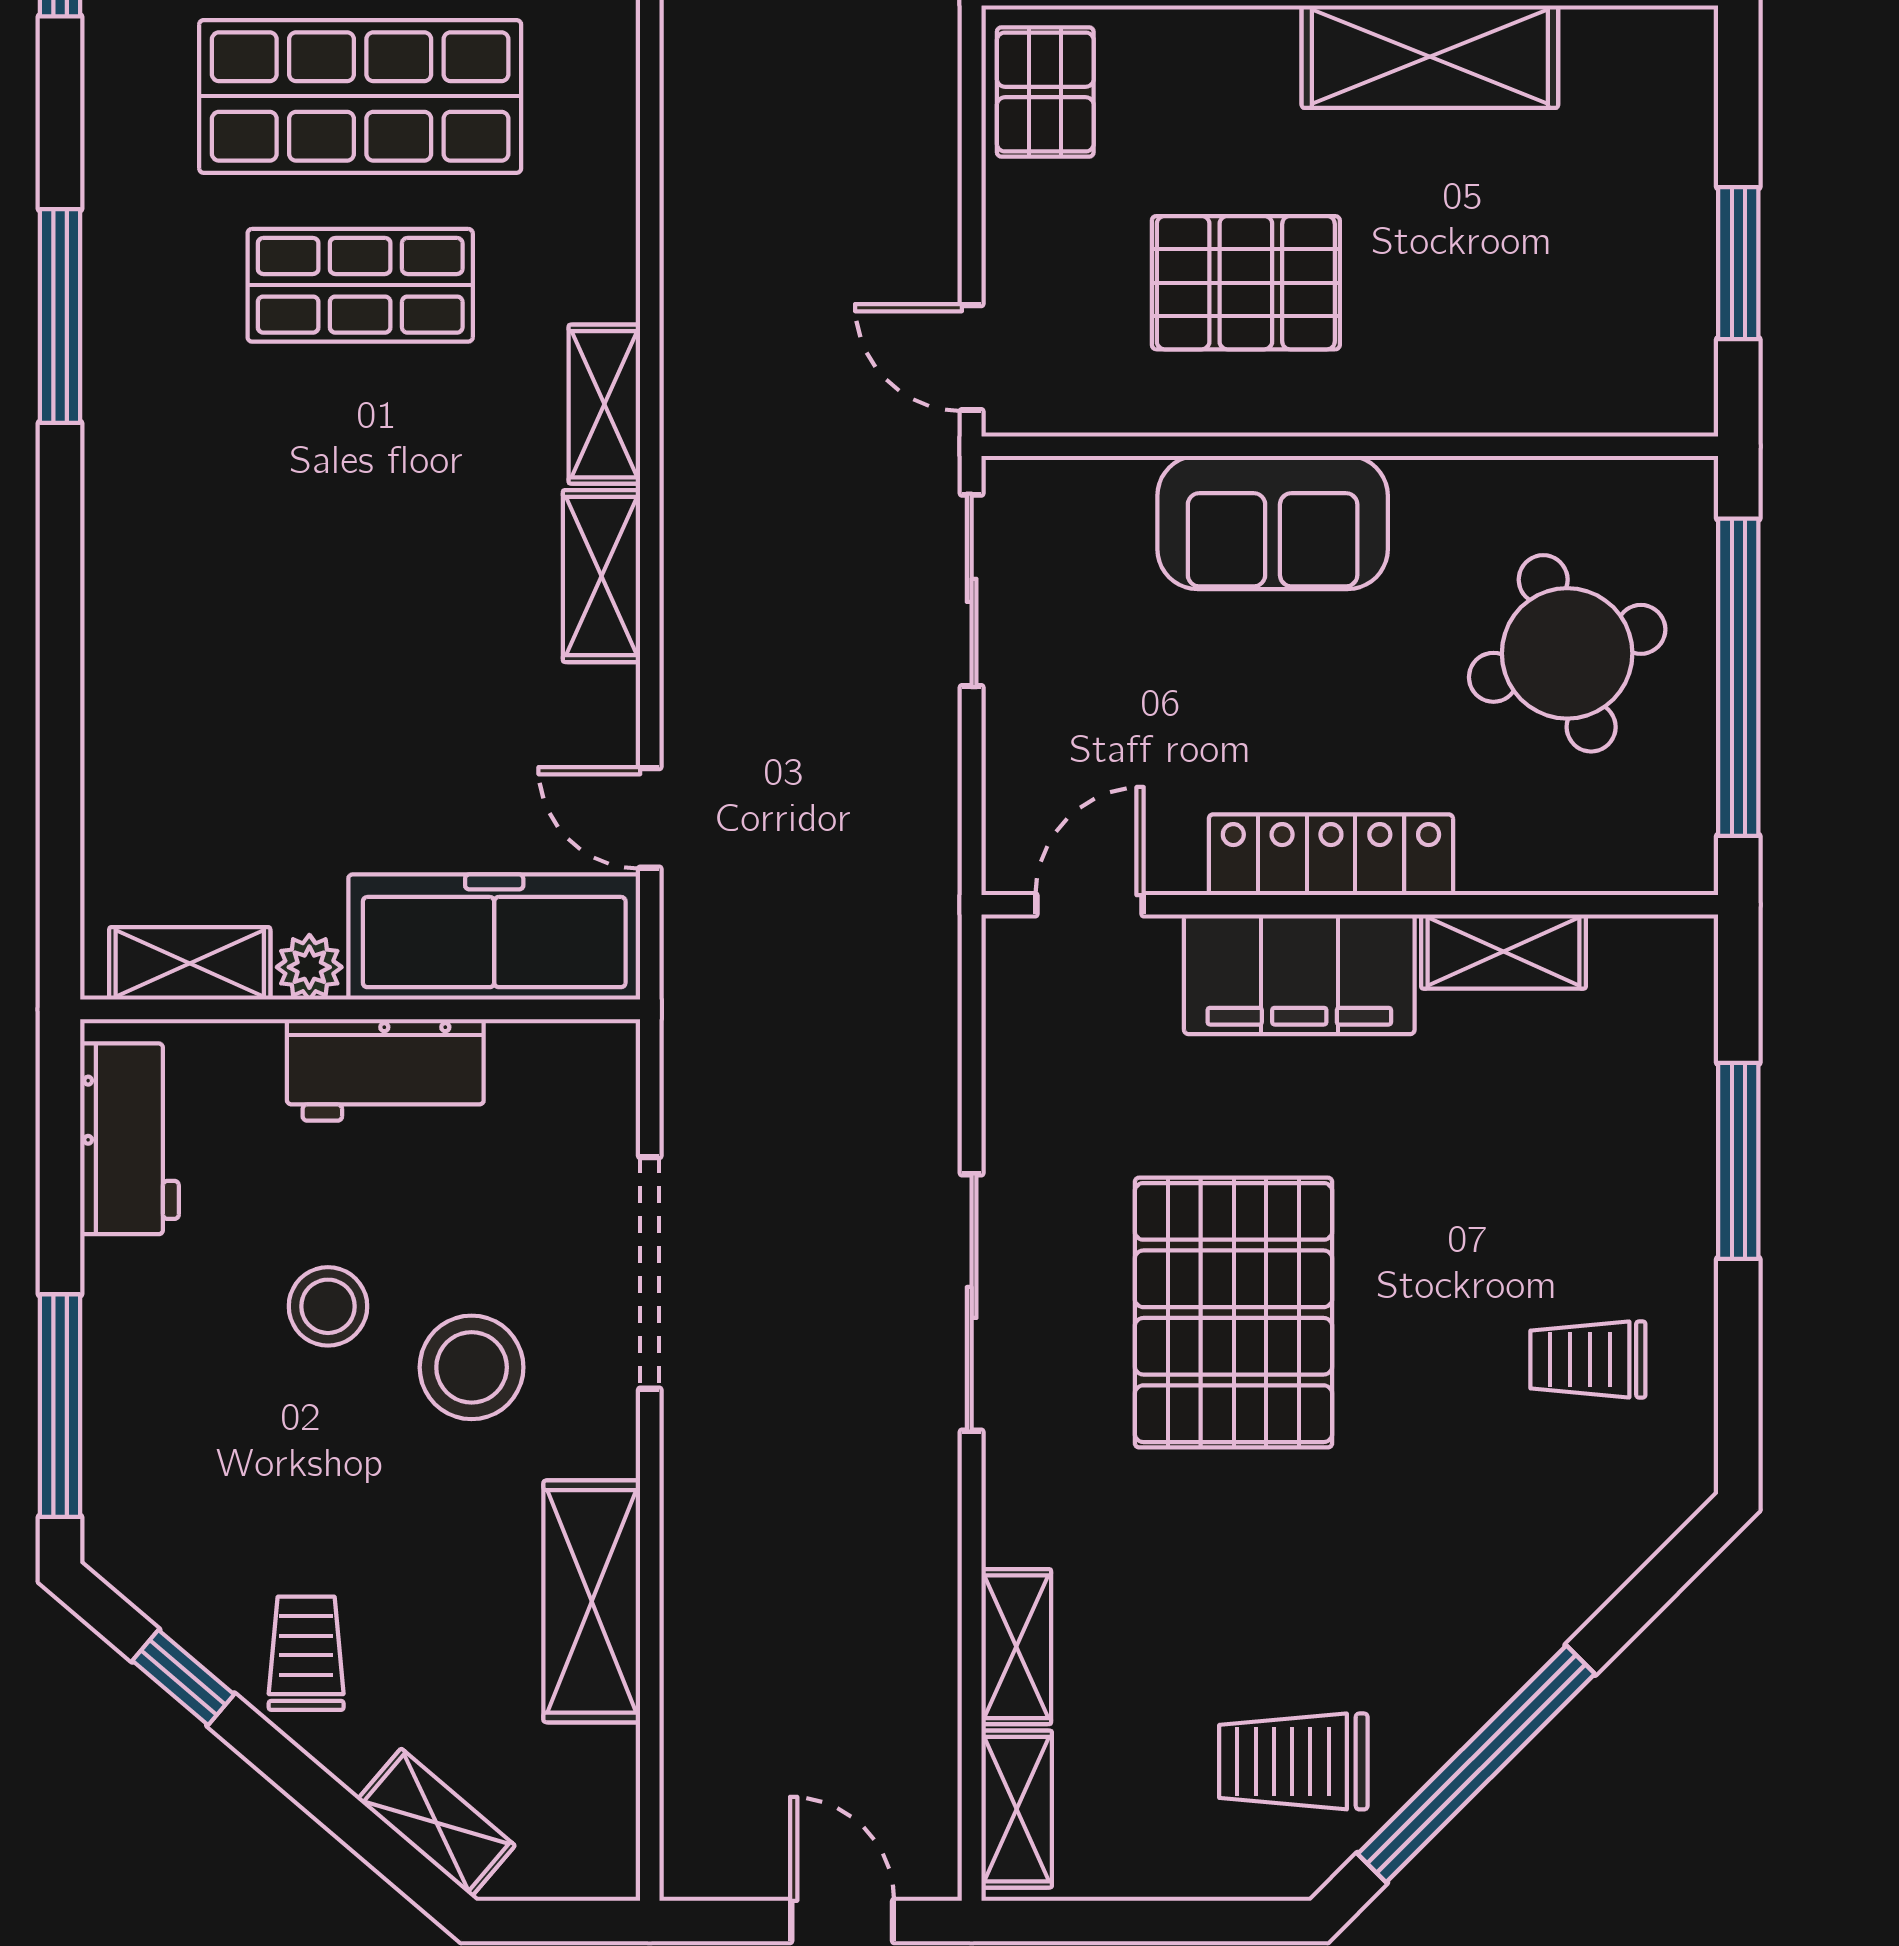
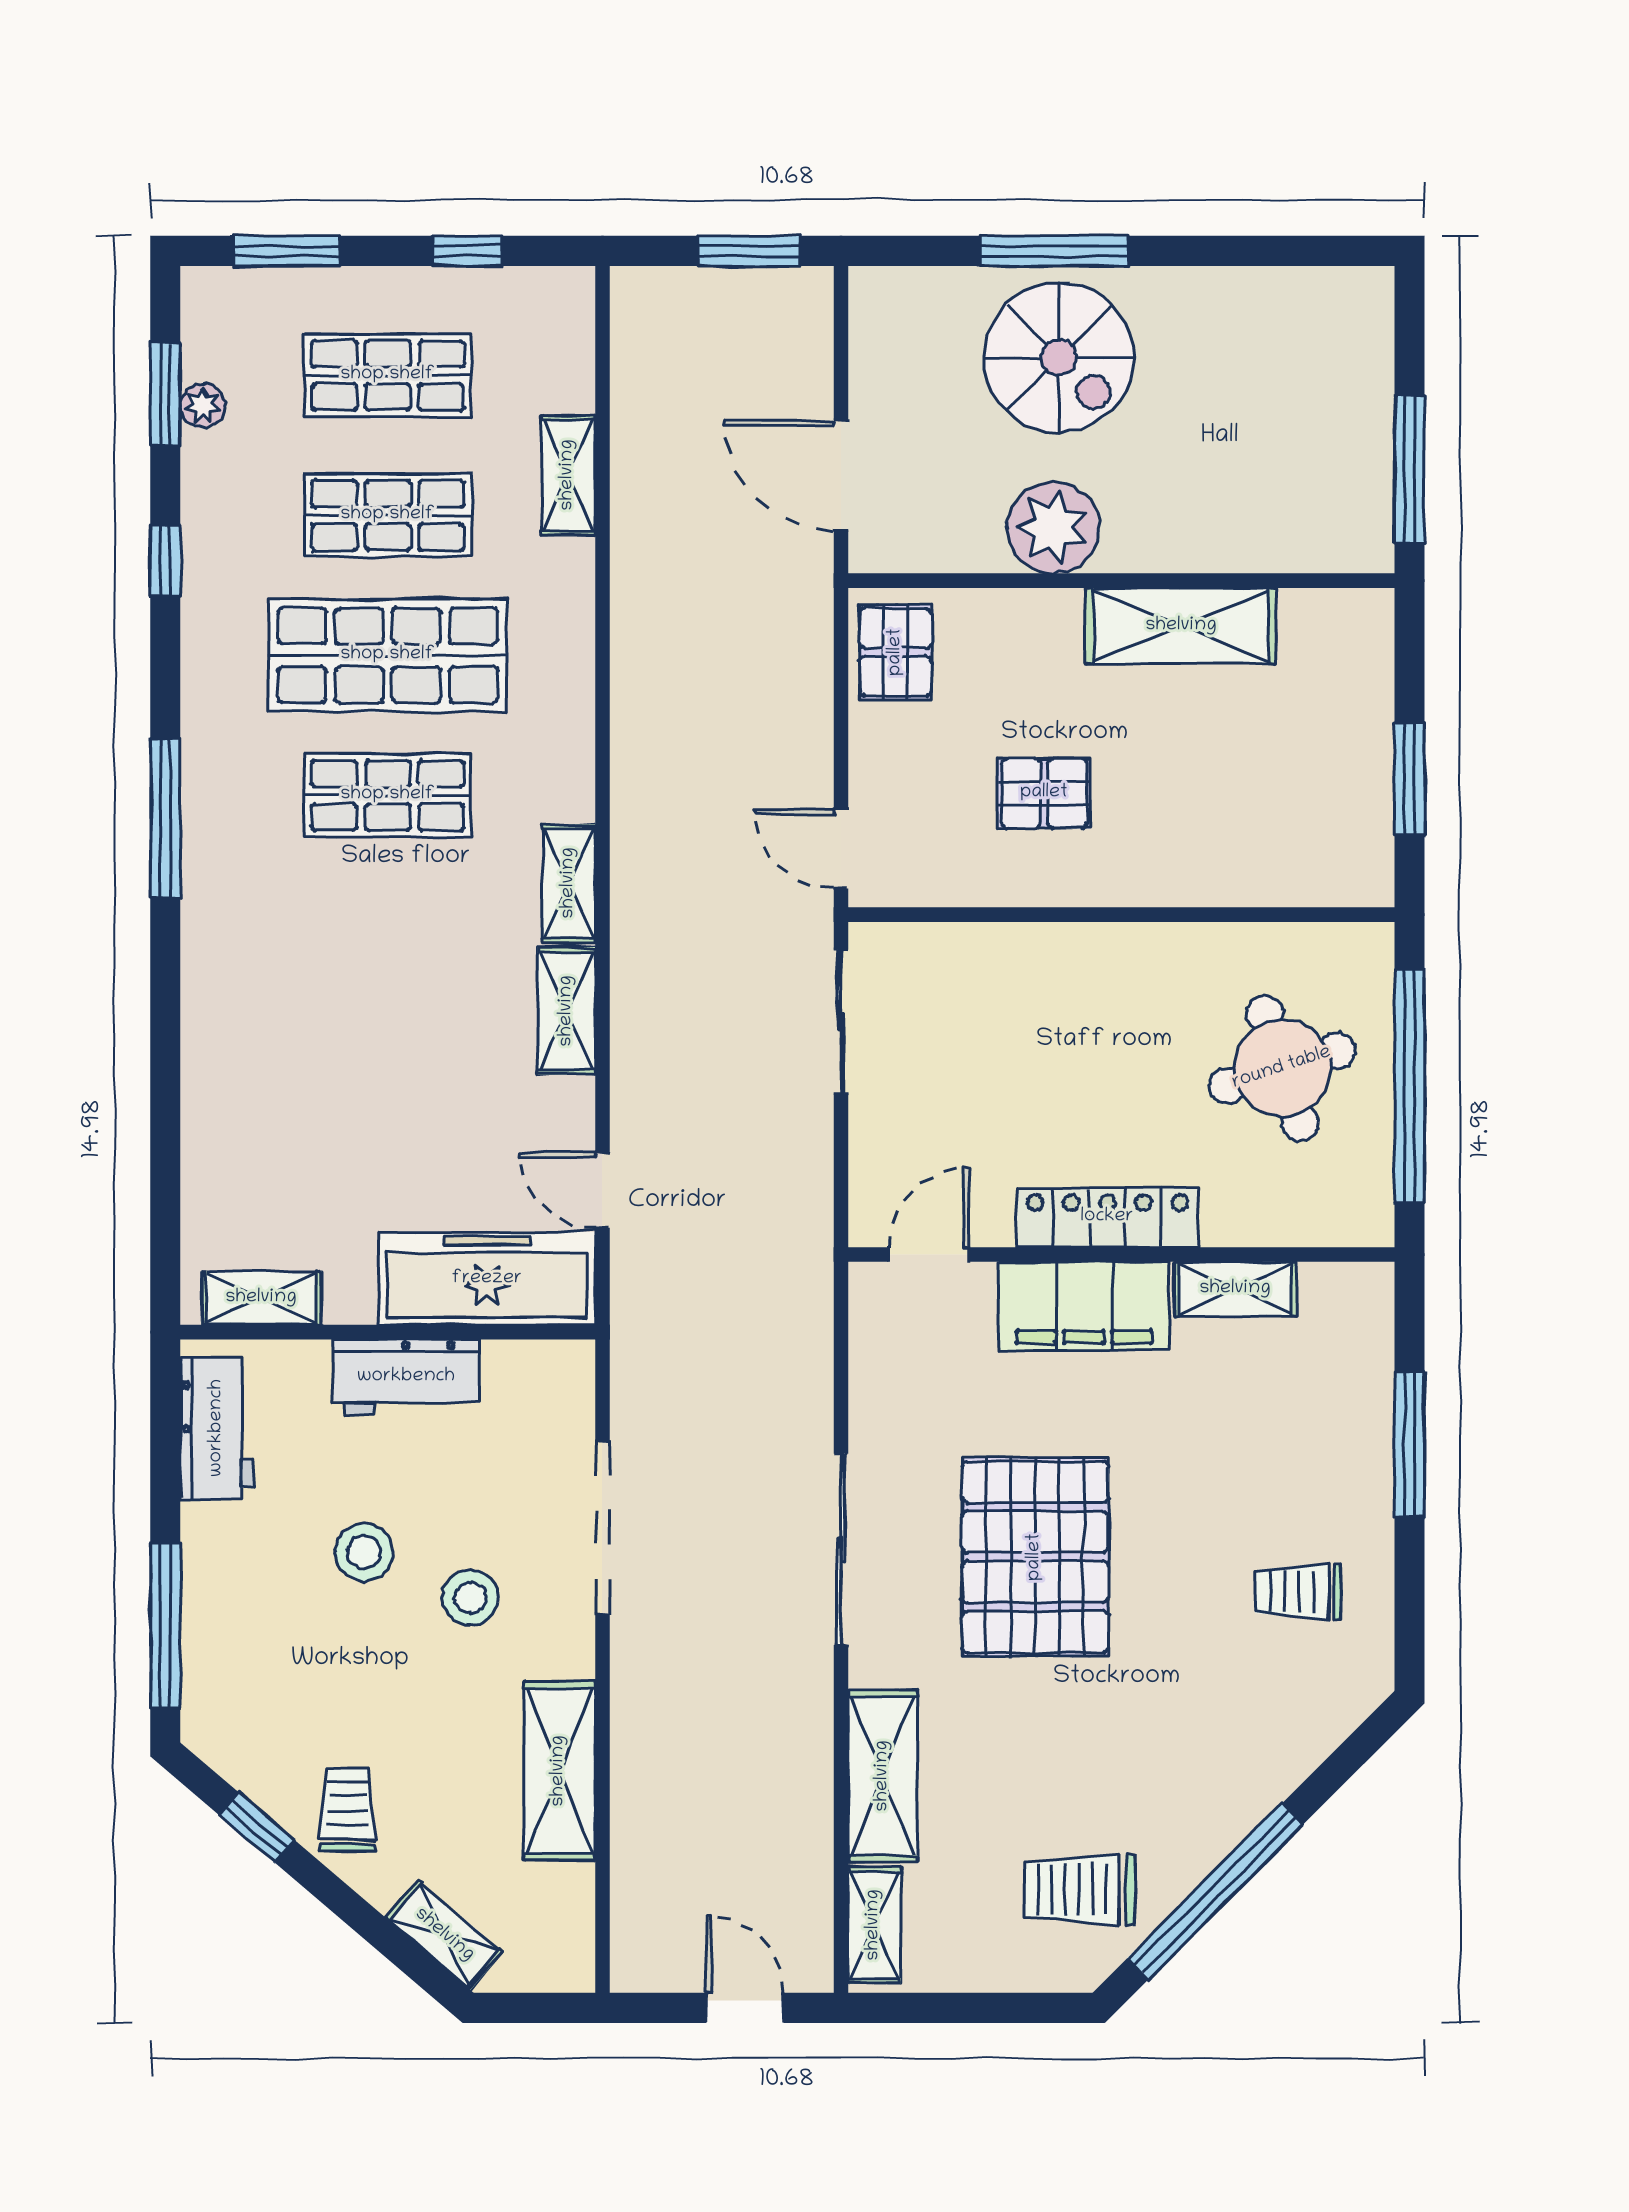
pallet: (1246, 283) -> (1044, 793), width x0.67, depth x0.71
sofa: (1273, 522) -> (1064, 971), removed
plant: (309, 967) -> (350, 1301), removed
stool: (472, 1367) -> (470, 1598), width x0.73, depth x0.73
shelving: (1016, 1647) -> (883, 1776), width x1.50, depth x1.33

